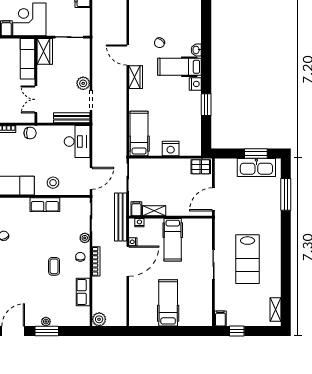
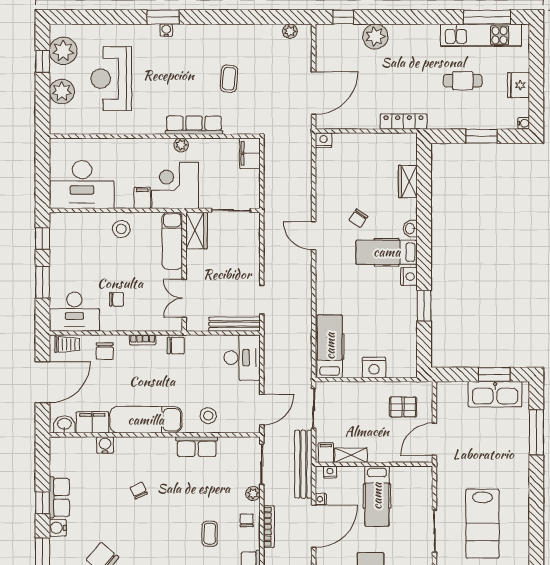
wardrobe: (136, 77) -> (408, 181), moved, turned 180
plant: (83, 83) -> (251, 276), removed
pallet: (201, 167) -> (403, 407), moved

